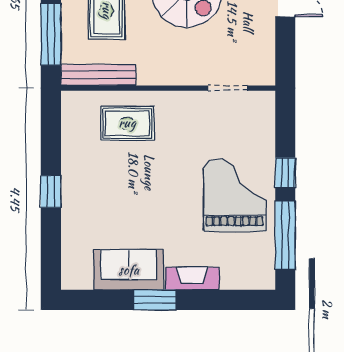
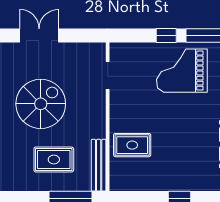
rug: (127, 123) -> (132, 145), turned 90

